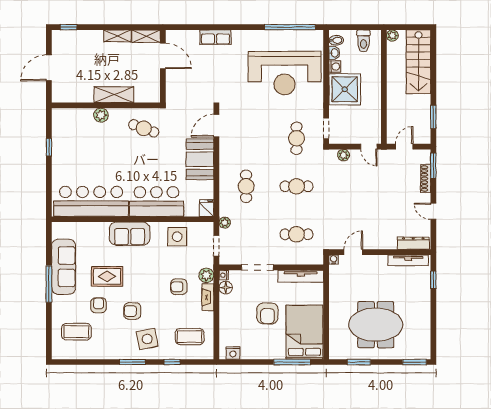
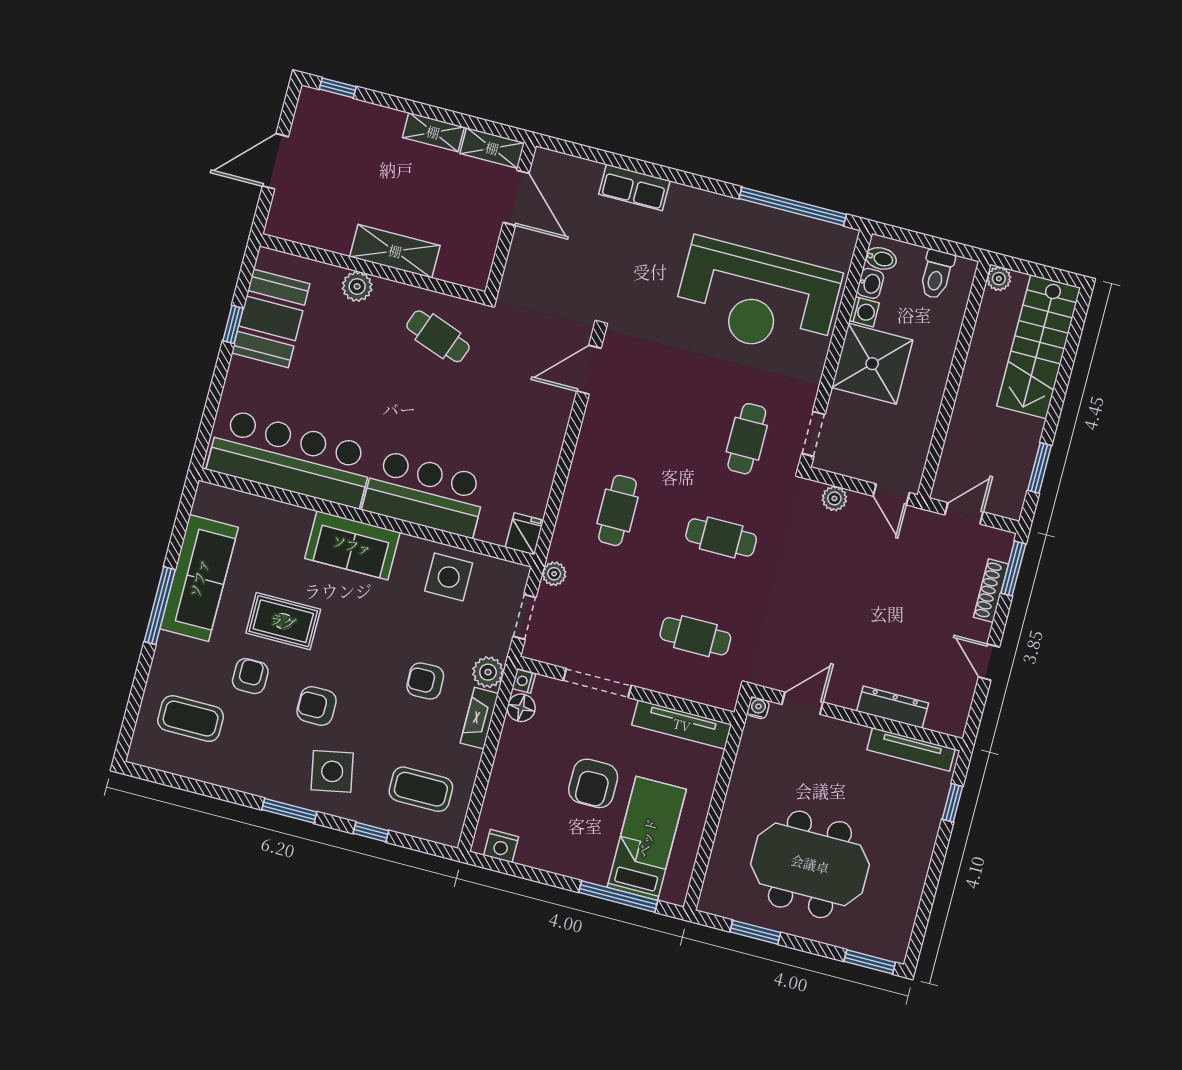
booth: (200, 159) -> (271, 318), moved
dresser: (413, 243) -> (893, 707), moved
bed: (304, 332) -> (647, 838), width x0.67

